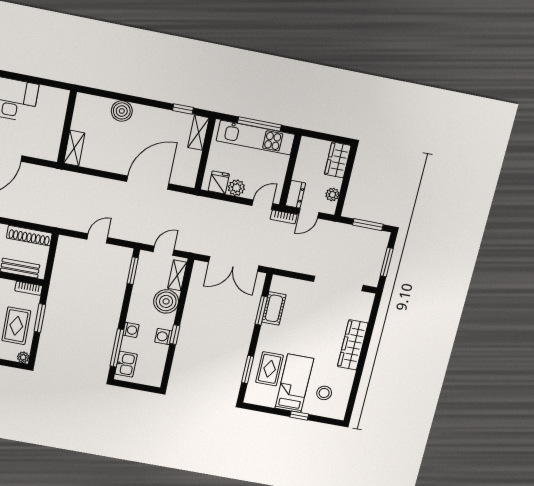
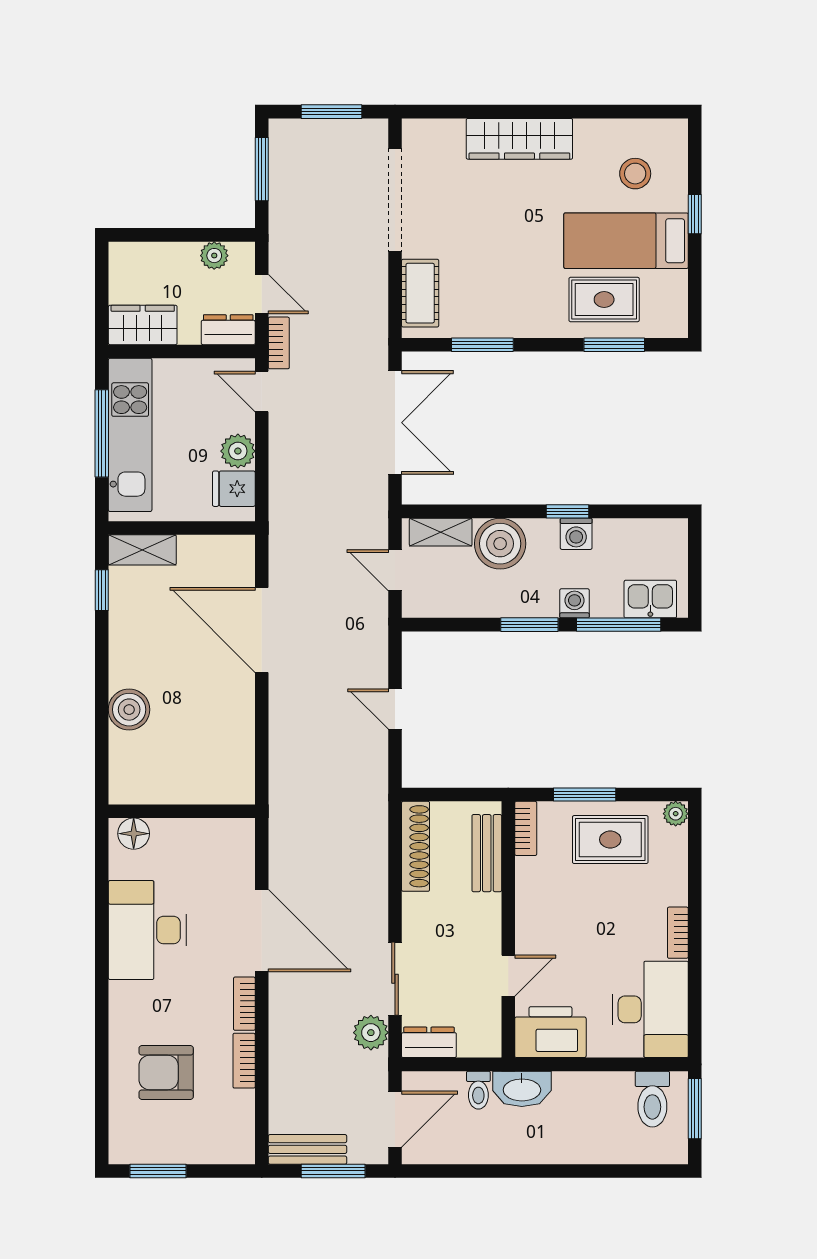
floor lamp: (60, 101) -> (134, 834), added
shelving: (74, 148) -> (221, 789), removed
wardrobe: (338, 160) -> (143, 325), moved, turned 180
window: (133, 271) -> (529, 625), moved
cot: (274, 308) -> (420, 293), moved, turned 90

